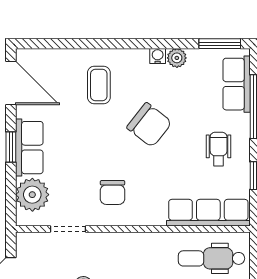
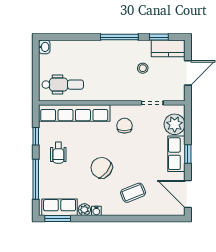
row of seats: (237, 84) -> (60, 207), moved, turned -90
coffee table: (99, 85) -> (133, 193), turned 68
row of seats: (208, 213) -> (74, 113), width x1.36

